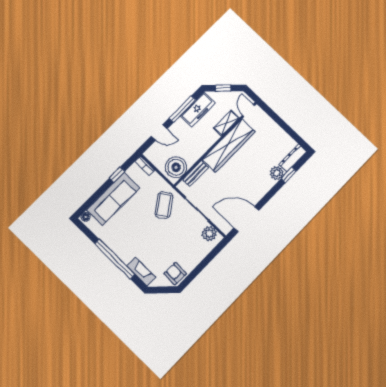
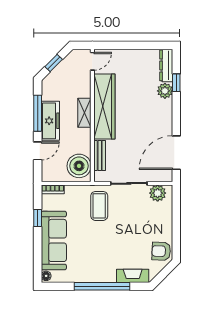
freezer: (198, 109) -> (50, 121), moved
door: (249, 110) -> (92, 61), swing flipped
shelving: (226, 123) -> (84, 113), moved
coffee table: (164, 205) -> (99, 206), turned 35

